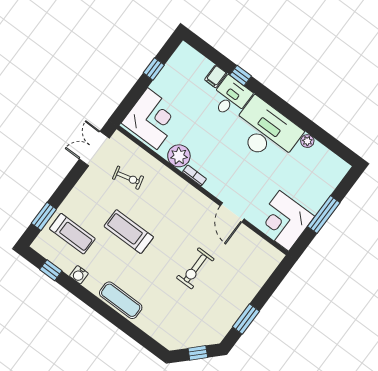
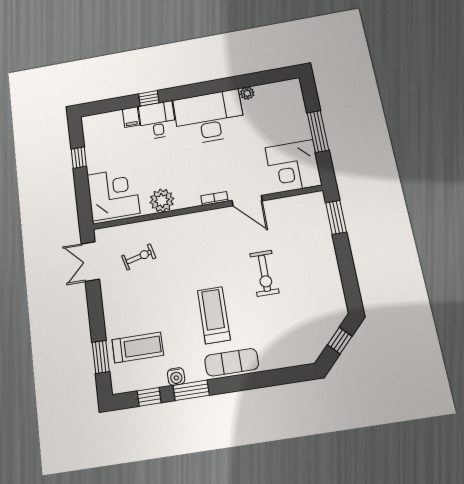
bookcase: (194, 175) -> (214, 198), moved
treadmill: (129, 232) -> (214, 315), moved, turned 90
window: (80, 292) -> (191, 390), added
window: (246, 319) -> (336, 217), moved

